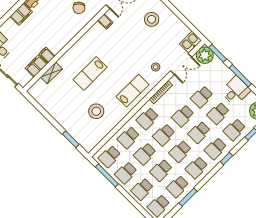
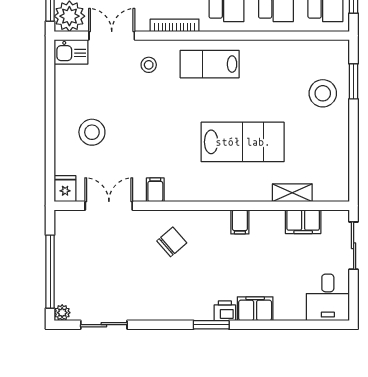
filing cabinet: (47, 55) -> (240, 222), moved
lab bench: (90, 73) -> (243, 142), width x1.36, depth x1.39
stool: (96, 111) -> (323, 93), moved

